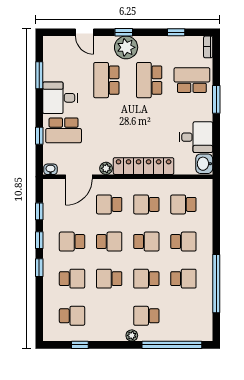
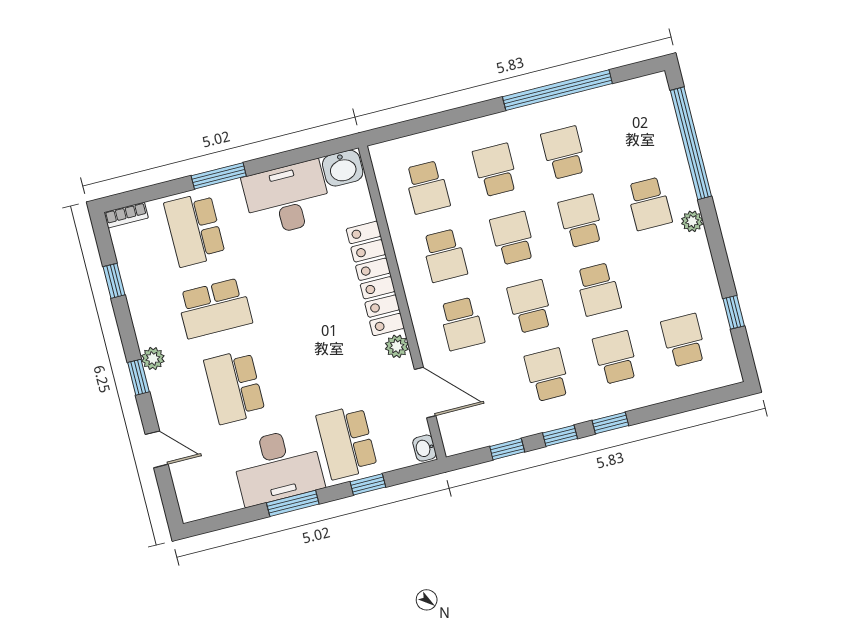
door: (84, 32) -> (157, 449), hinge flipped
plant: (126, 47) -> (153, 359), width x0.53, depth x0.53
window: (39, 75) -> (293, 503), moved
school desk: (106, 80) -> (235, 387), turned 90
desk: (60, 98) -> (278, 466), width x1.37
school desk: (64, 130) -> (347, 442), turned 180
desk: (196, 137) -> (287, 198), width x1.37
school desk: (72, 242) -> (547, 375), turned 180
school desk: (146, 279) -> (581, 221), turned 180

